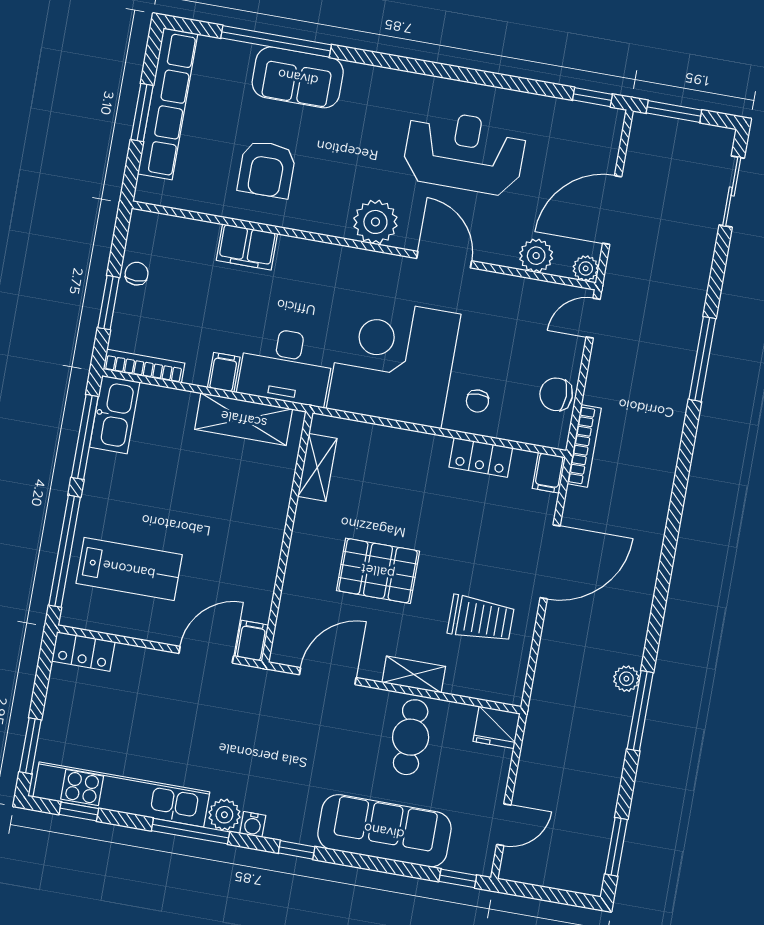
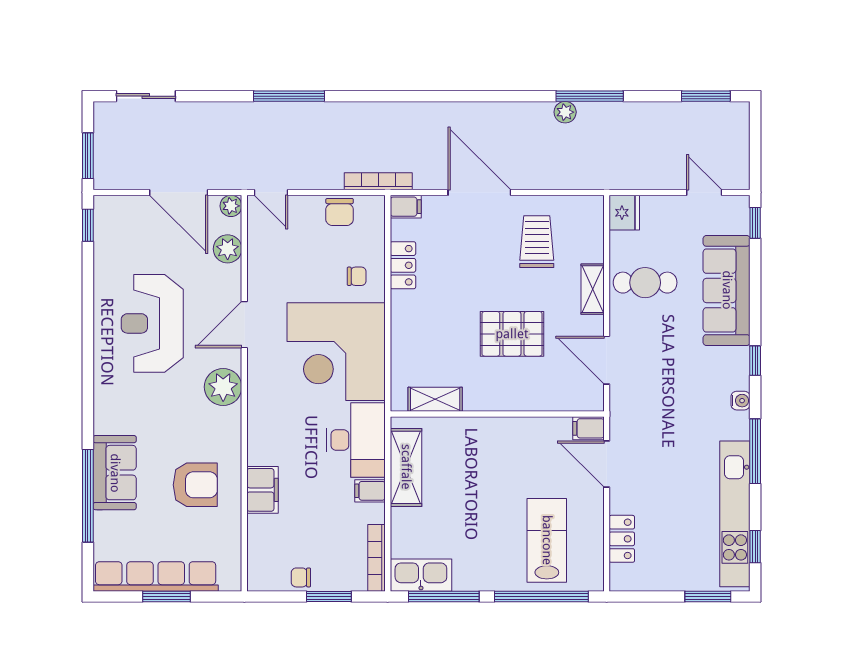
pallet: (378, 571) -> (512, 334), turned 90
locker: (83, 651) -> (622, 539), moved
plant: (224, 815) -> (737, 426), removed

